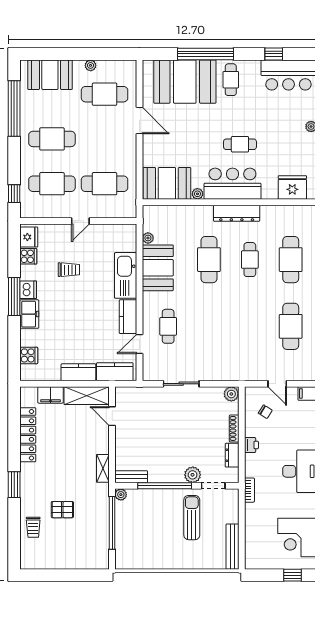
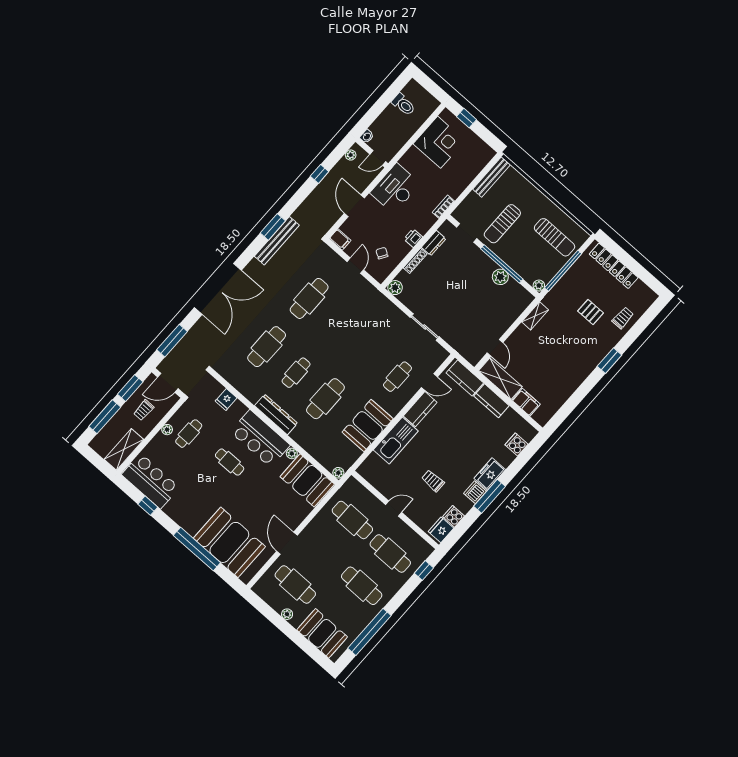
cafe table: (231, 80) -> (189, 434), moved
fridge: (292, 187) -> (226, 400), width x0.53, depth x0.75
plant: (148, 238) -> (338, 473), moved
locker: (28, 435) -> (614, 266), moved, turned -90
plant: (193, 475) -> (500, 277), moved
bench: (131, 477) -> (520, 292), removed
sun lounger: (142, 543) -> (555, 237), added

